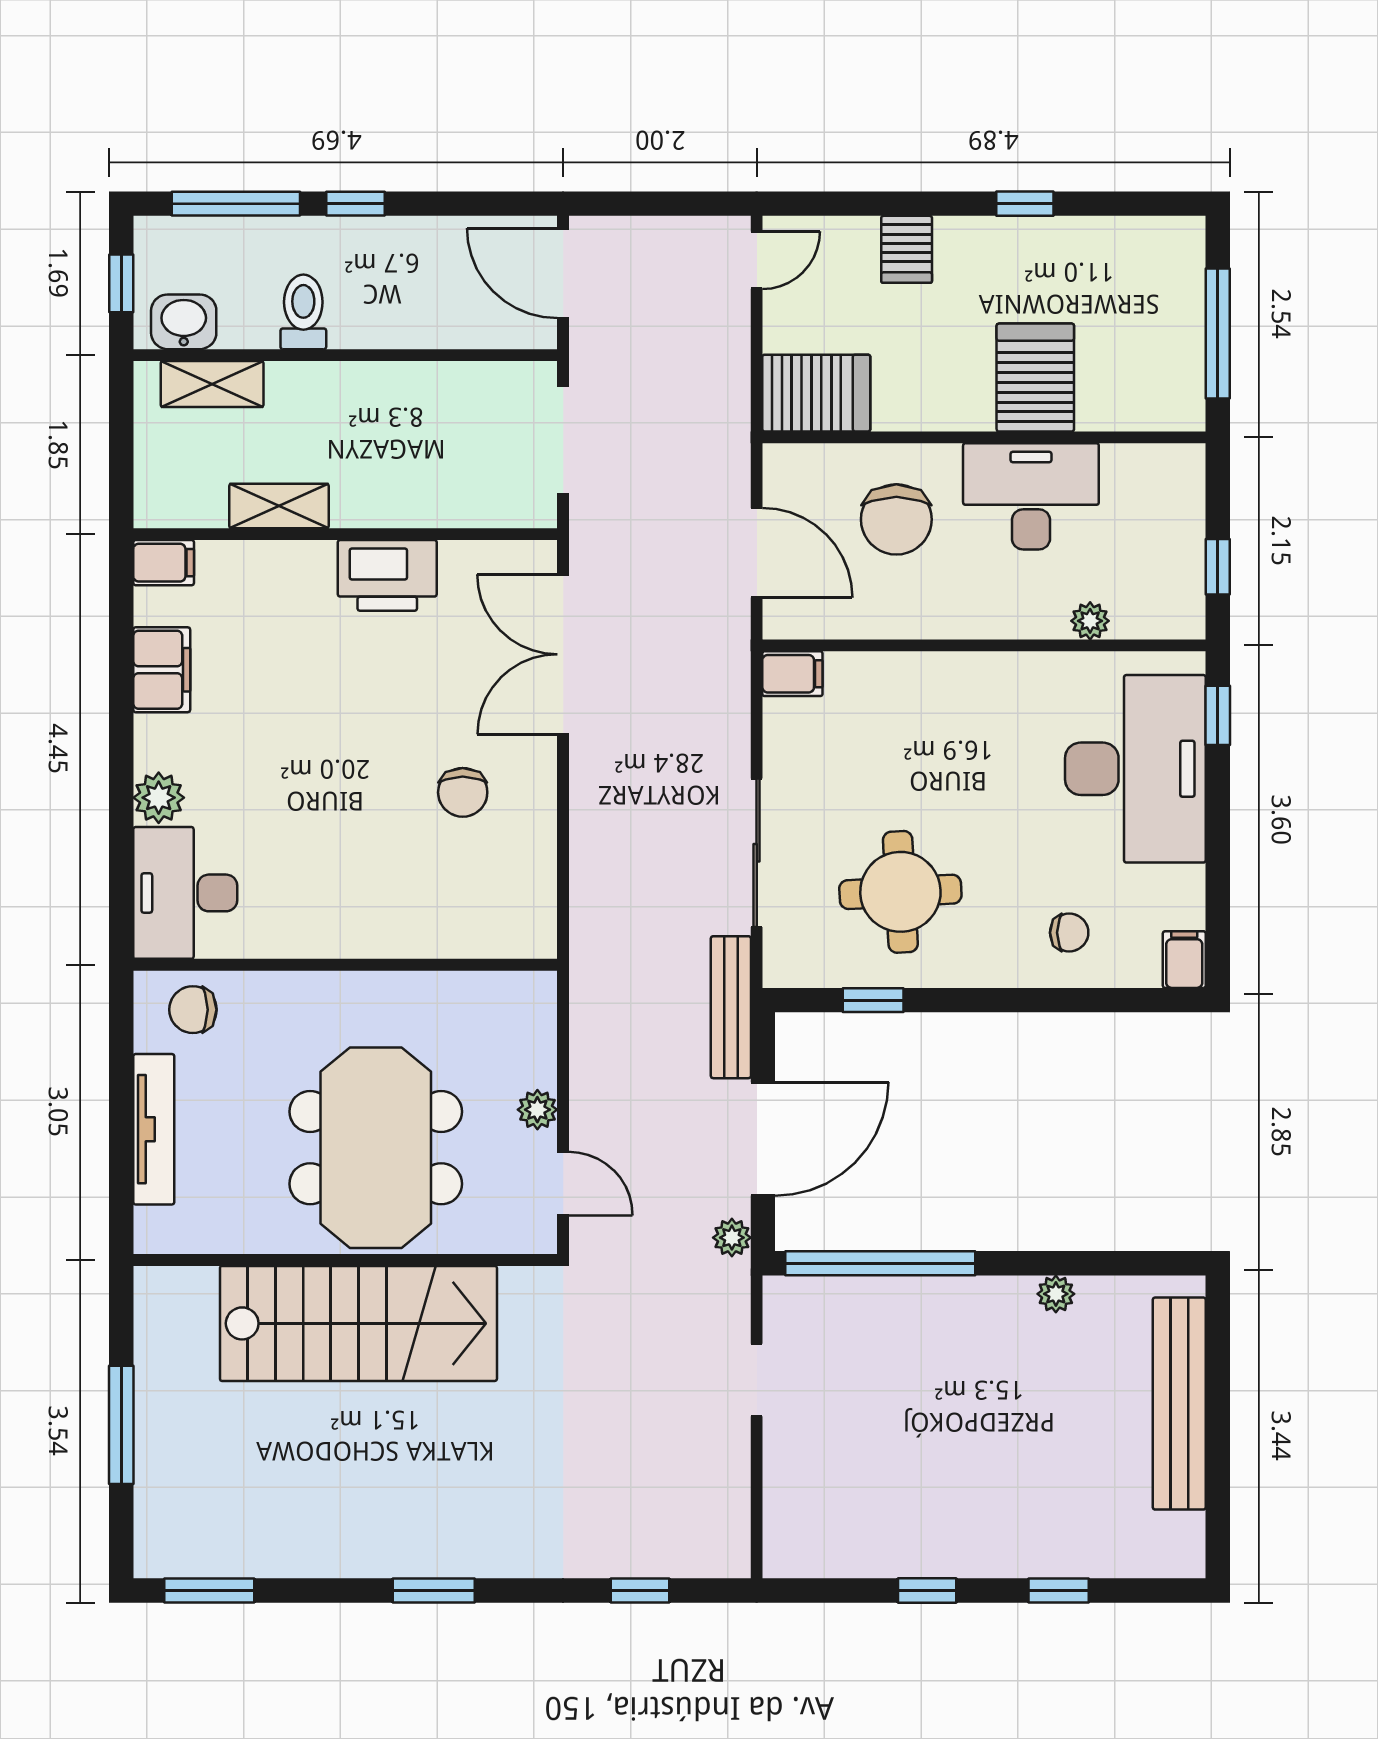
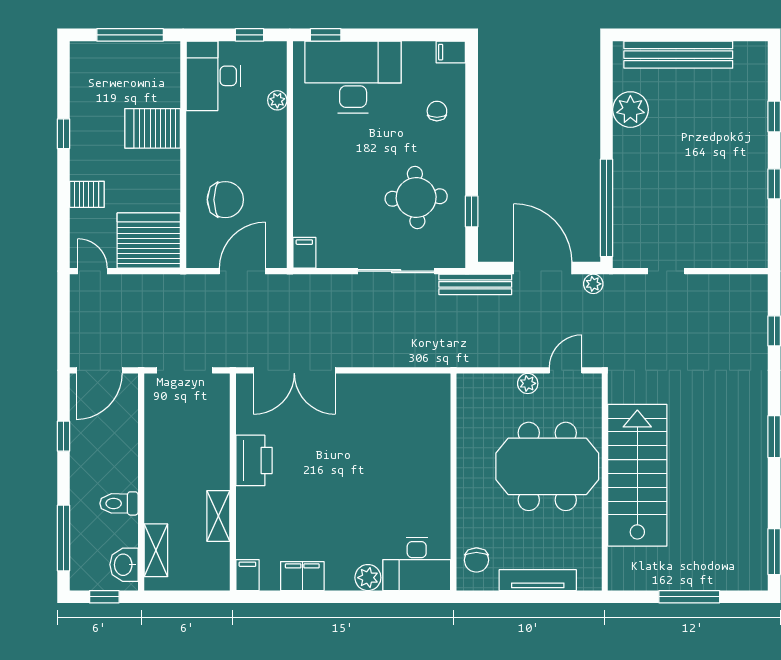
window: (355, 204) -> (63, 436), moved
server rack: (816, 393) -> (149, 241), width x1.60
desk: (1031, 496) -> (213, 76), moved
chair: (463, 792) -> (365, 422), removed
plant: (1056, 1294) -> (630, 110), width x1.87, depth x1.87

